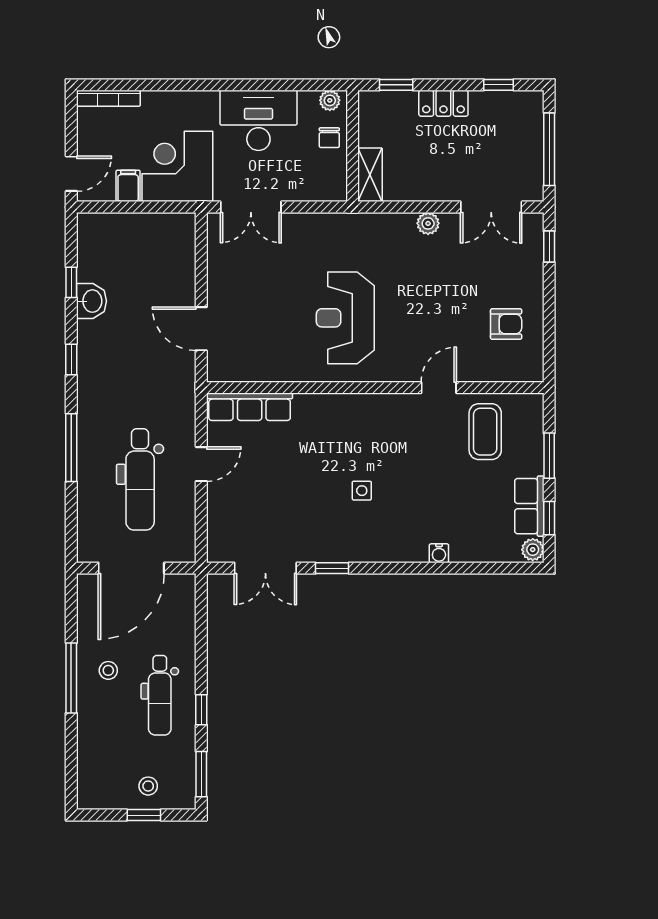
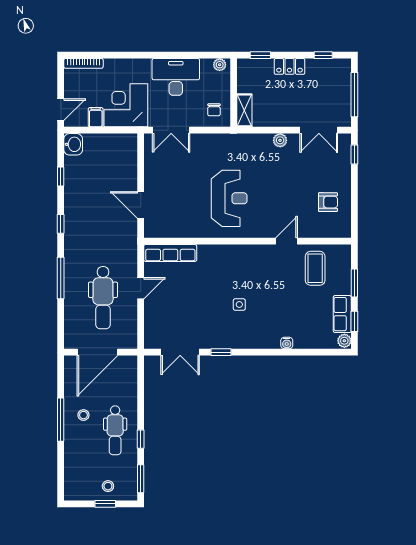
chair: (329, 138) -> (214, 110), moved
washbasin: (91, 301) -> (73, 144), moved
reception desk: (345, 318) -> (229, 198), turned 180

